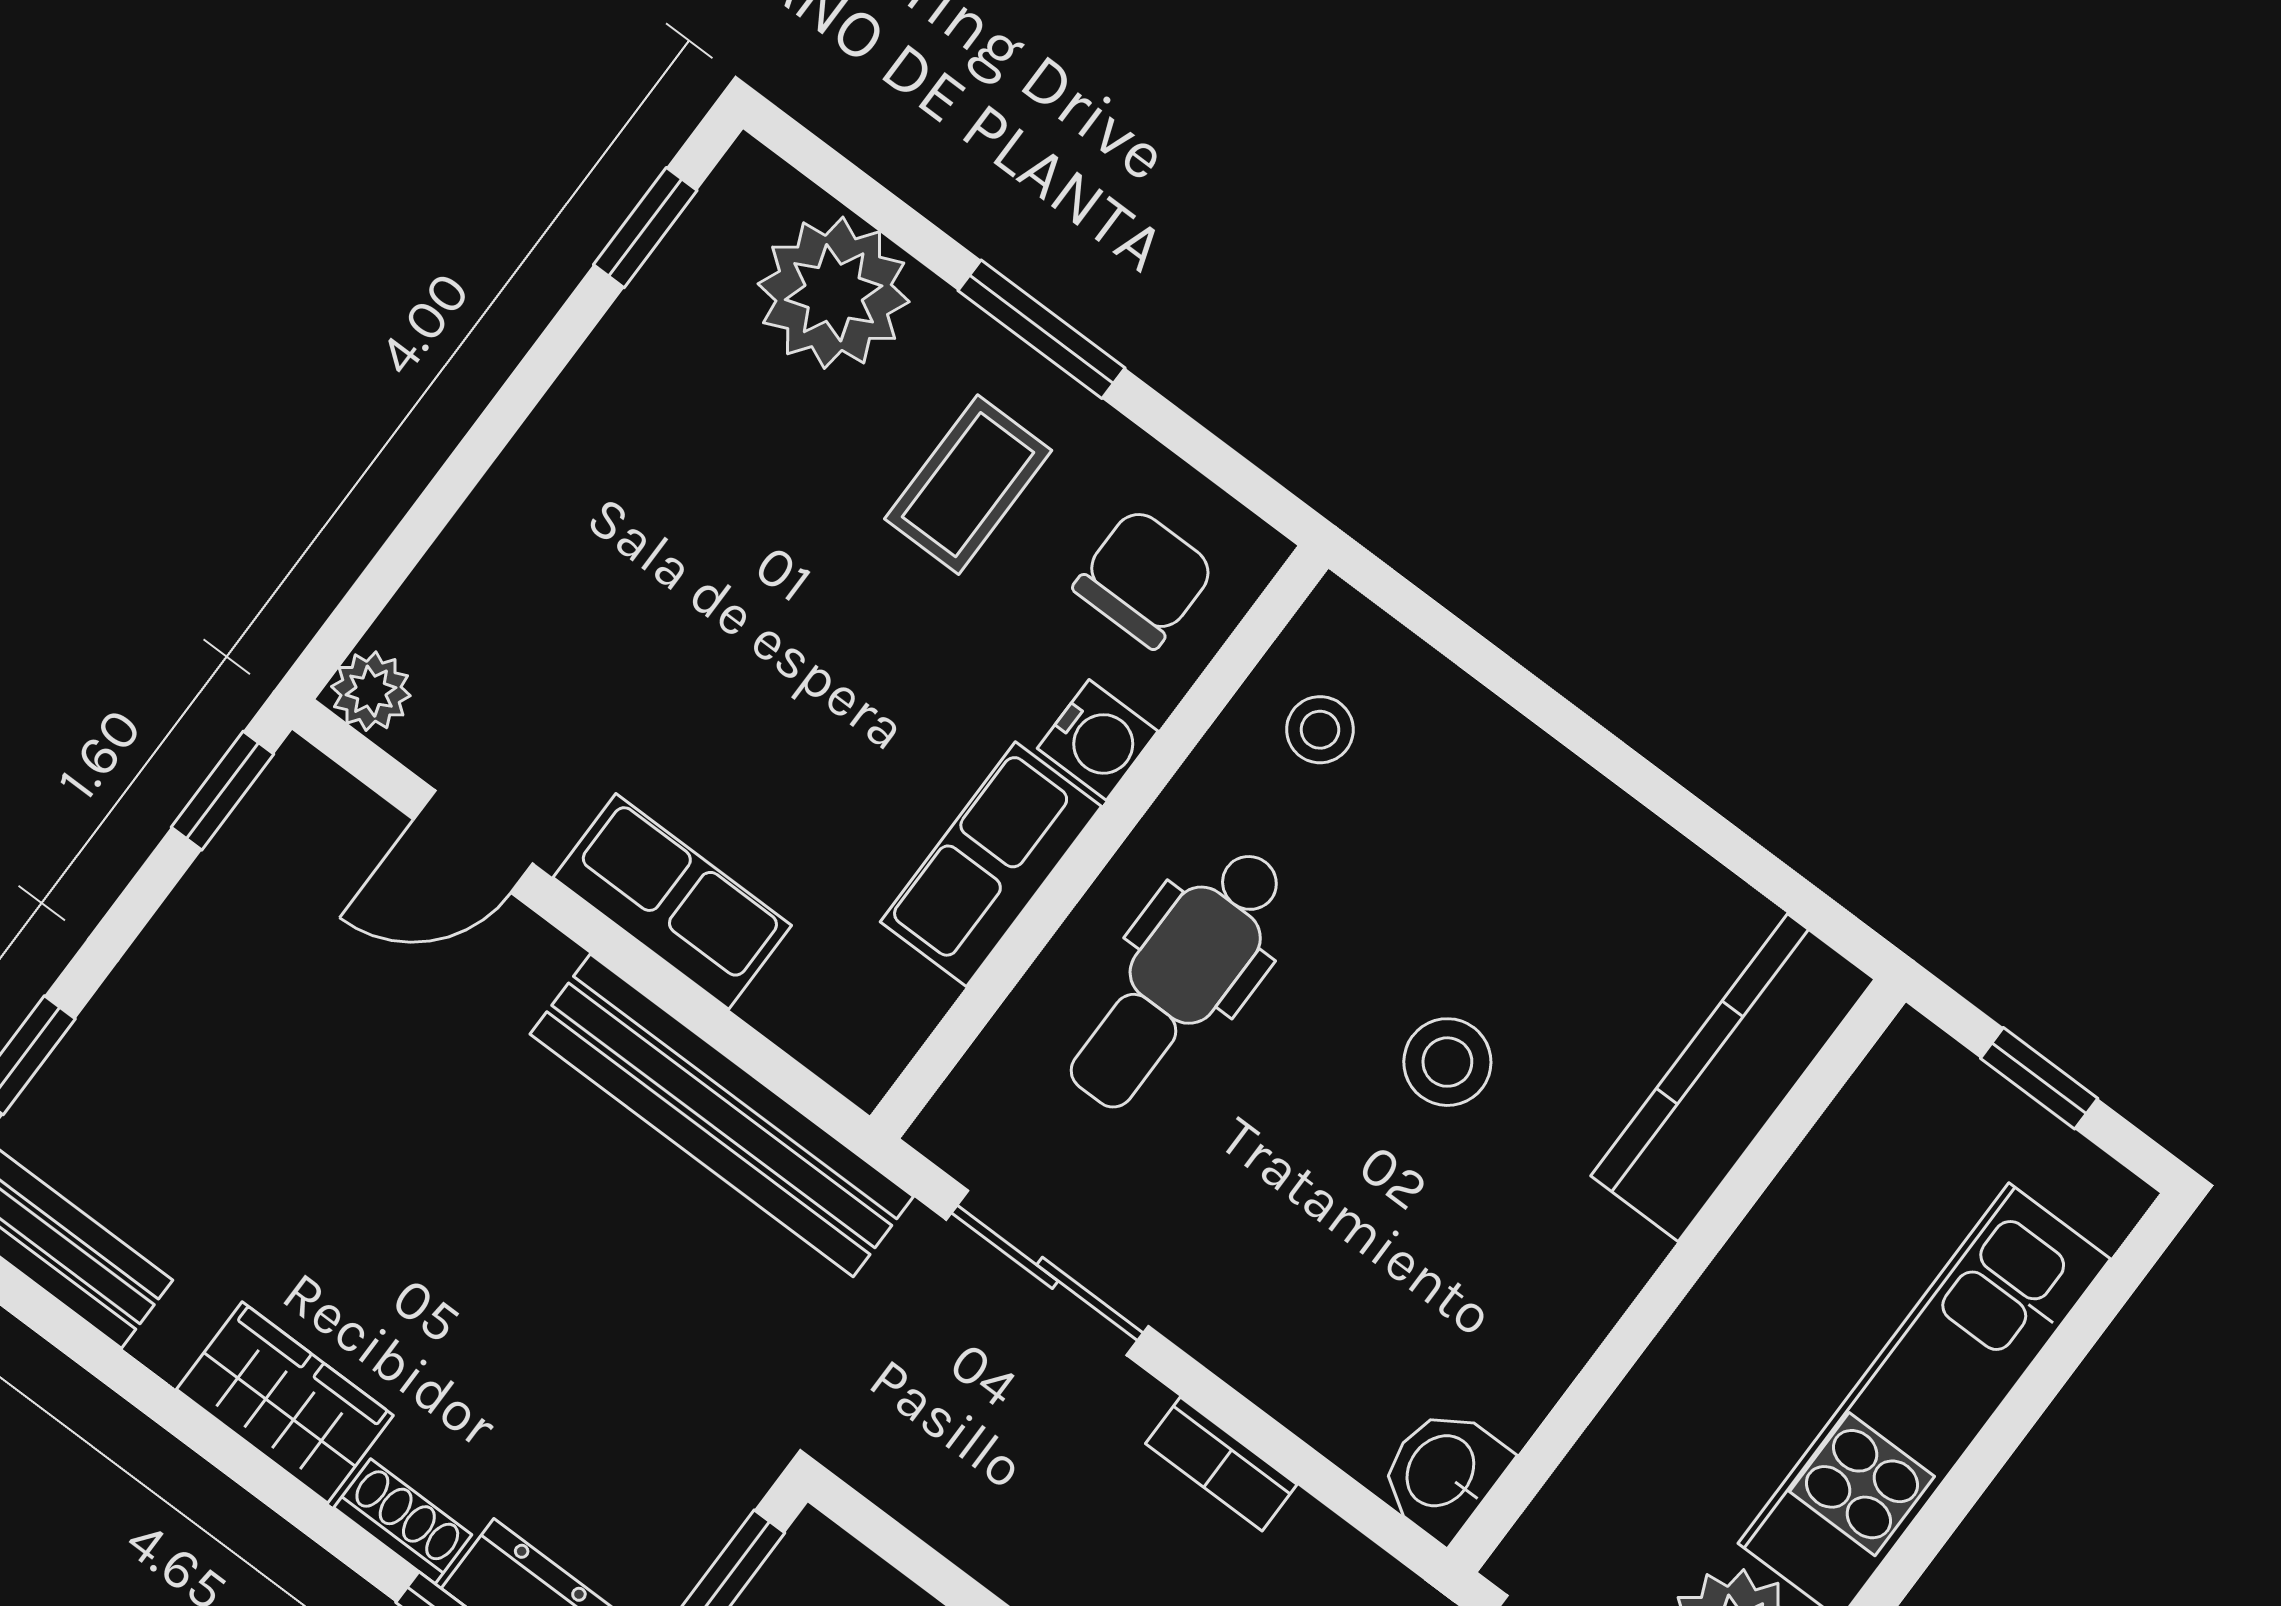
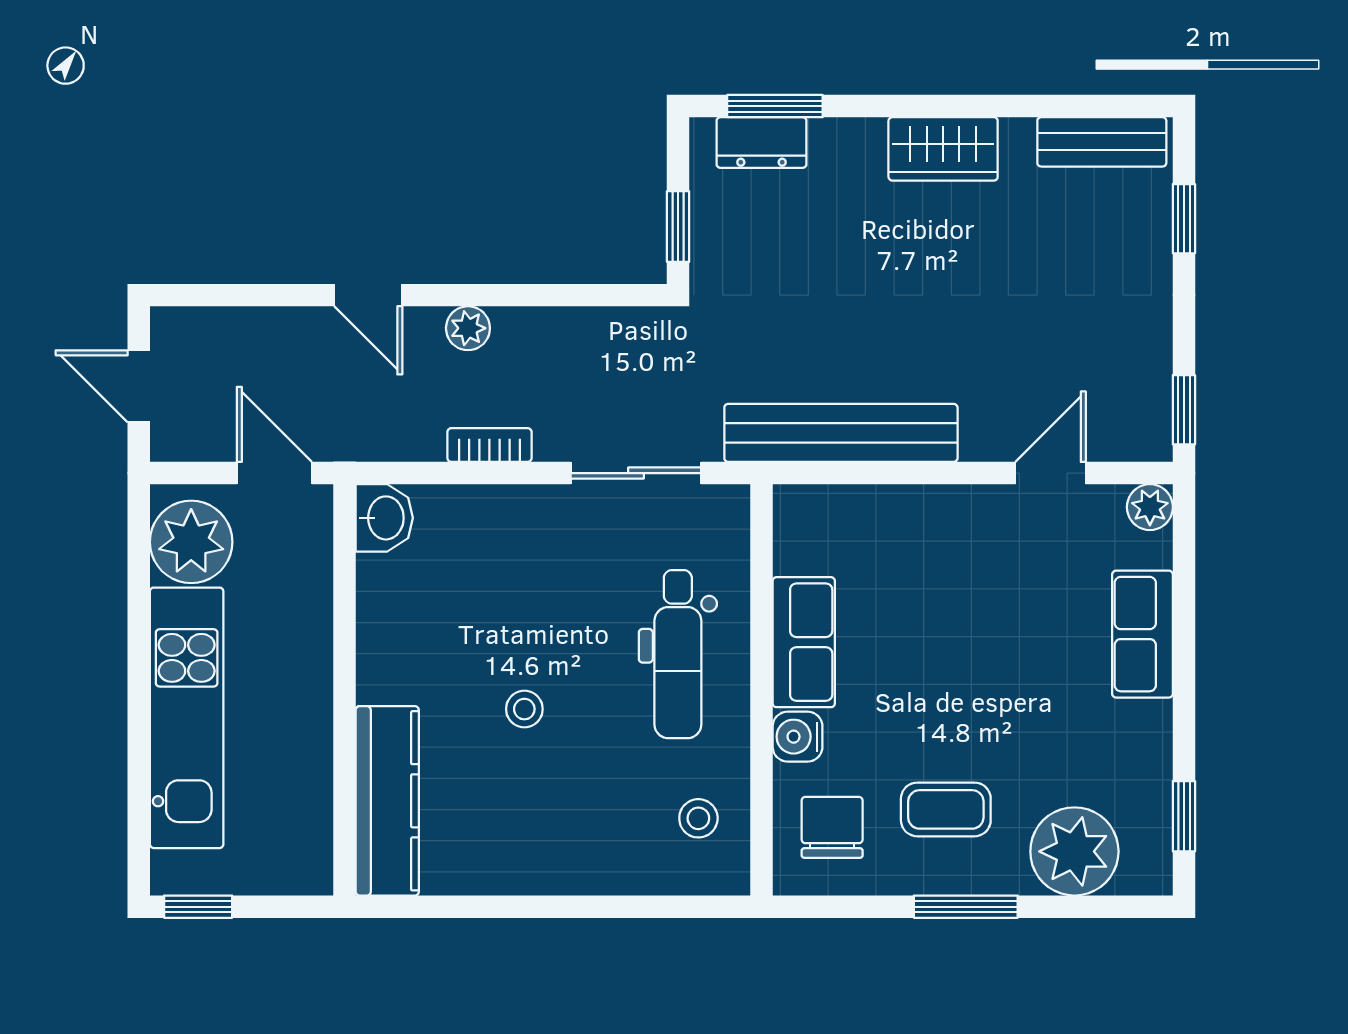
coffee table: (968, 485) -> (946, 809), turned 90
chair: (1144, 578) -> (832, 827), turned 180
row of seats: (672, 901) -> (1143, 634), moved, turned 90
dental chair: (1178, 978) -> (678, 654), turned 180
stool: (1447, 1062) -> (524, 709), width x0.73, depth x0.73
window: (2039, 1078) -> (198, 907), moved
shoe rack: (403, 1521) -> (847, 135), removed

